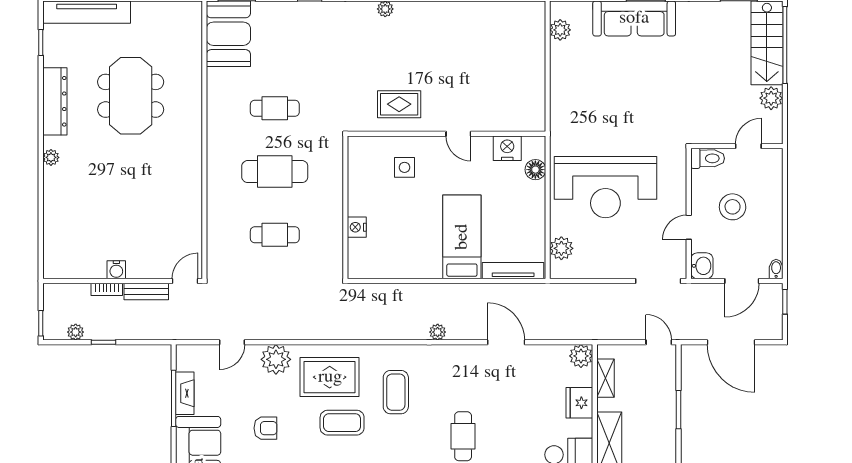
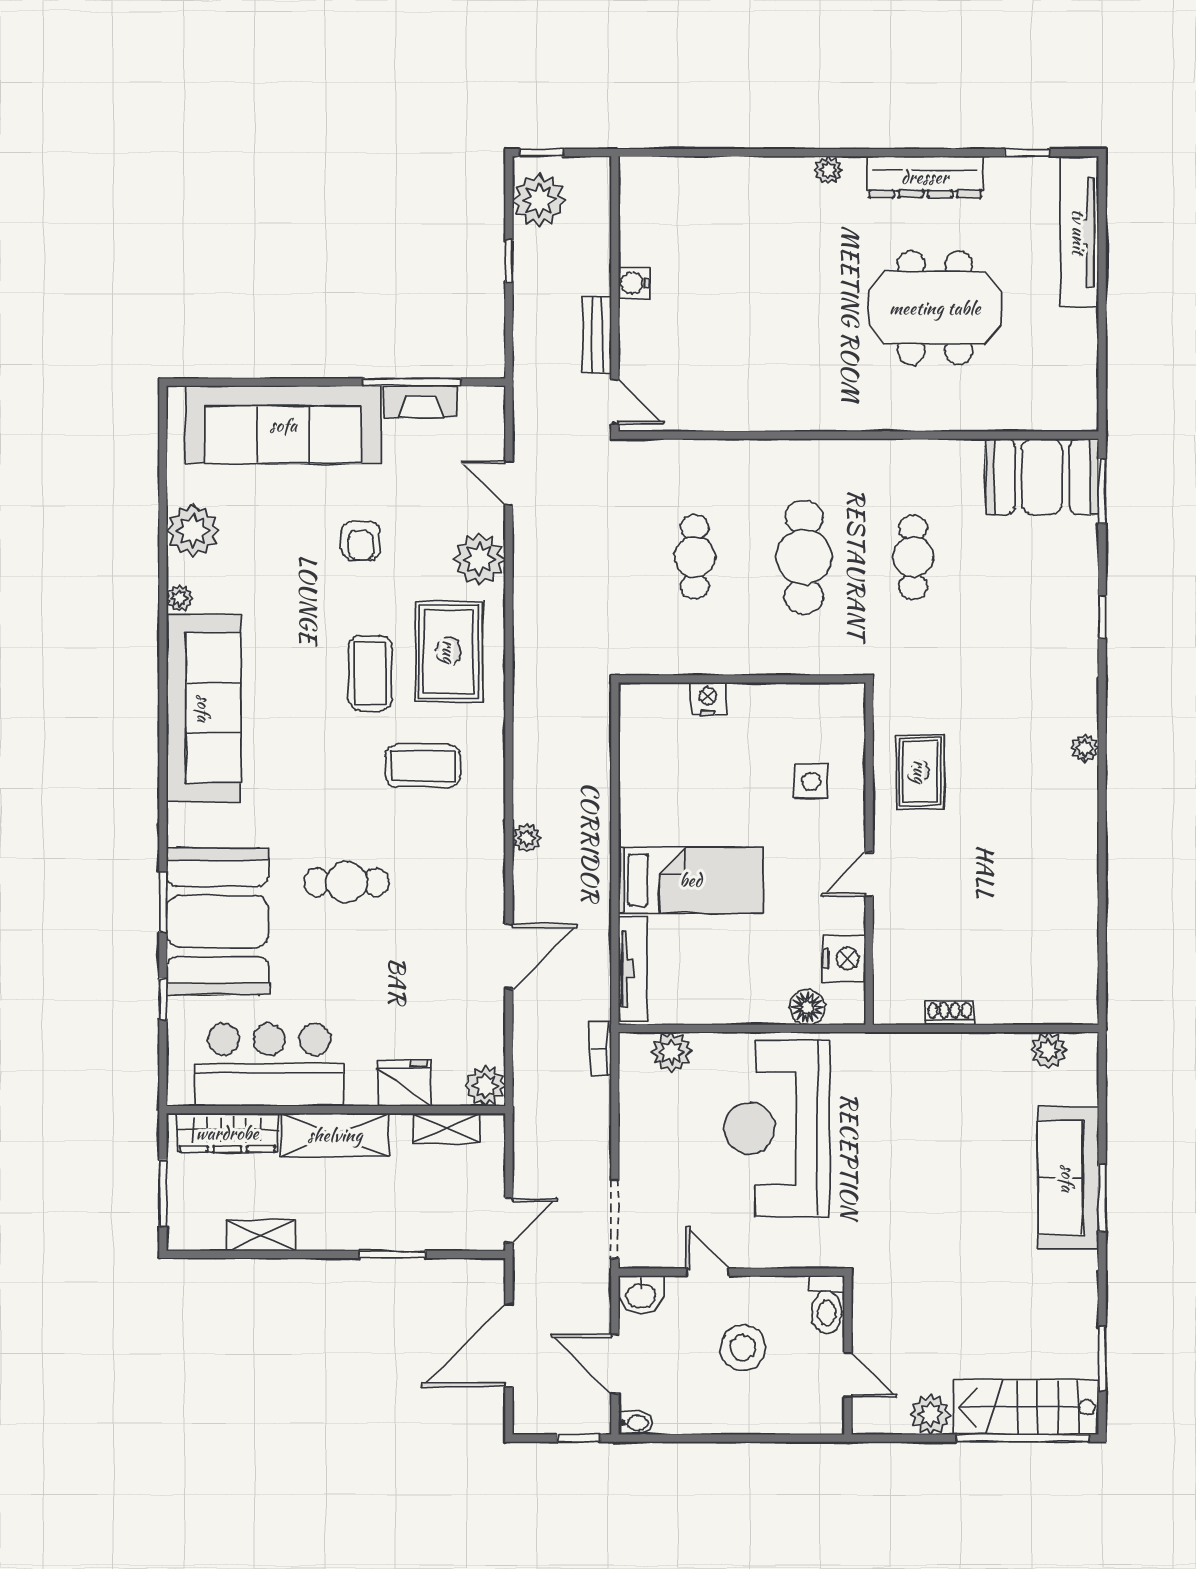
shoe rack: (539, 87) -> (950, 1013), added
bookcase: (107, 289) -> (600, 1048), moved
plant: (76, 332) -> (539, 200), width x1.88, depth x1.88

